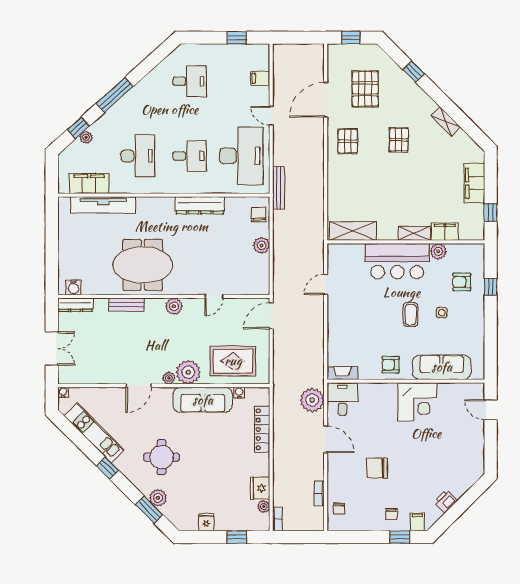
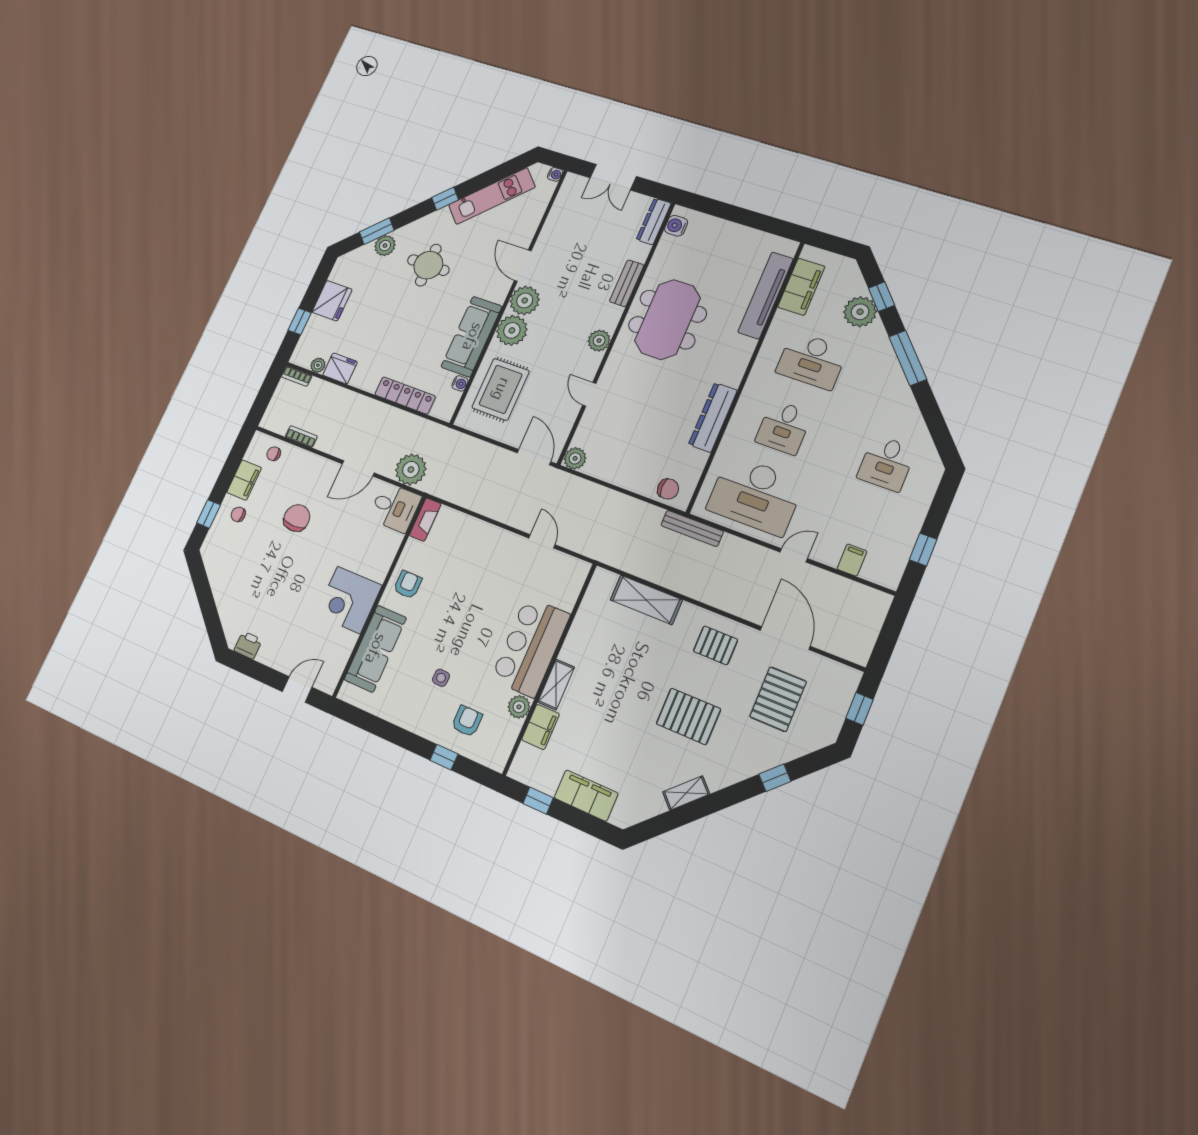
pallet: (365, 89) -> (778, 699), turned 90
plant: (86, 137) -> (860, 312), width x1.88, depth x1.88
pallet: (399, 140) -> (688, 716), width x1.50, depth x1.42
shelving: (353, 231) -> (646, 600), moved, turned 90
plant: (262, 245) -> (575, 458), moved
coffee table: (411, 315) -> (456, 636), removed
plant: (169, 378) -> (525, 300), width x1.88, depth x1.88
printer: (446, 501) -> (248, 645), moved, turned -45
fridge: (206, 522) -> (332, 301), width x1.88, depth x1.34
filing cabinet: (417, 522) -> (244, 480), moved, width x2.00

